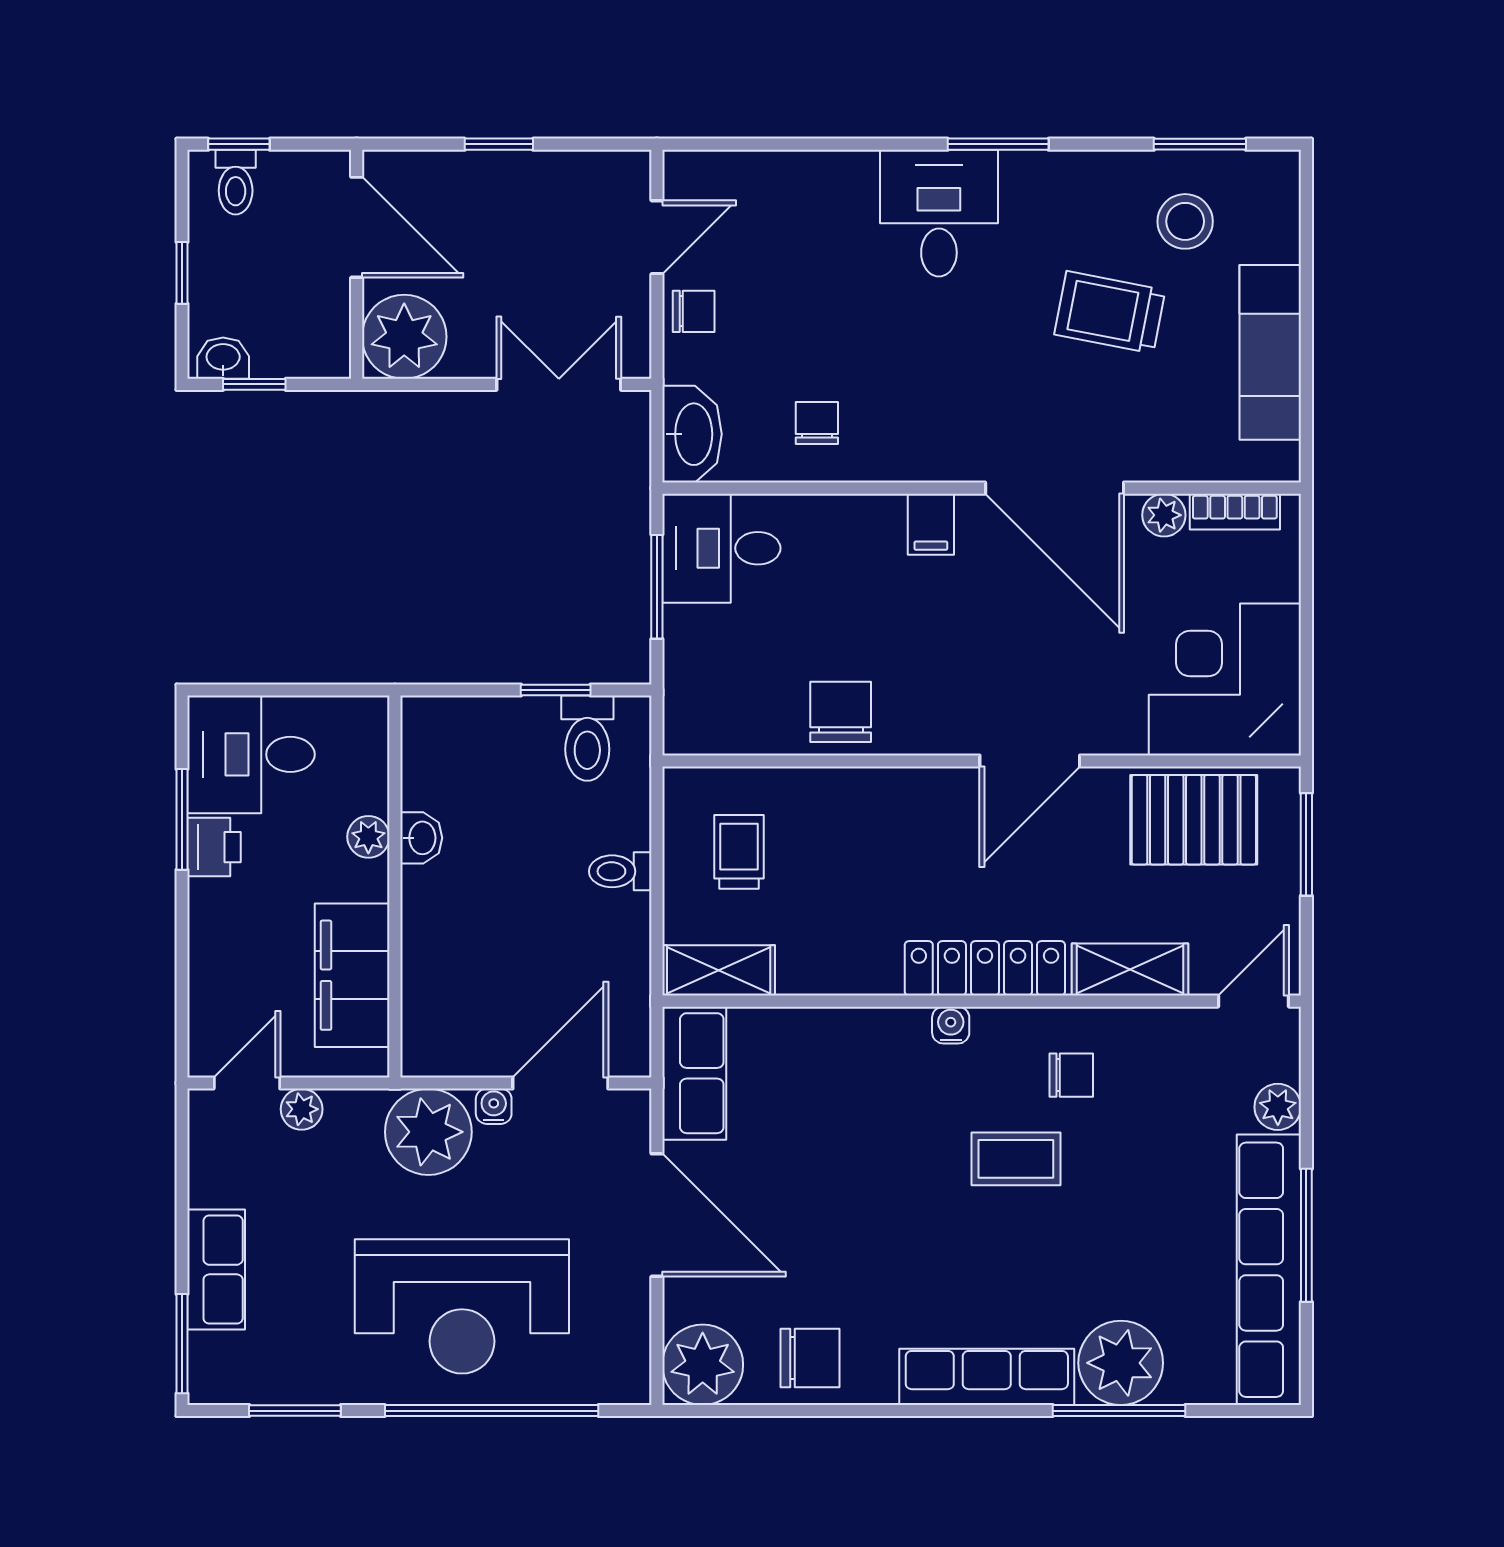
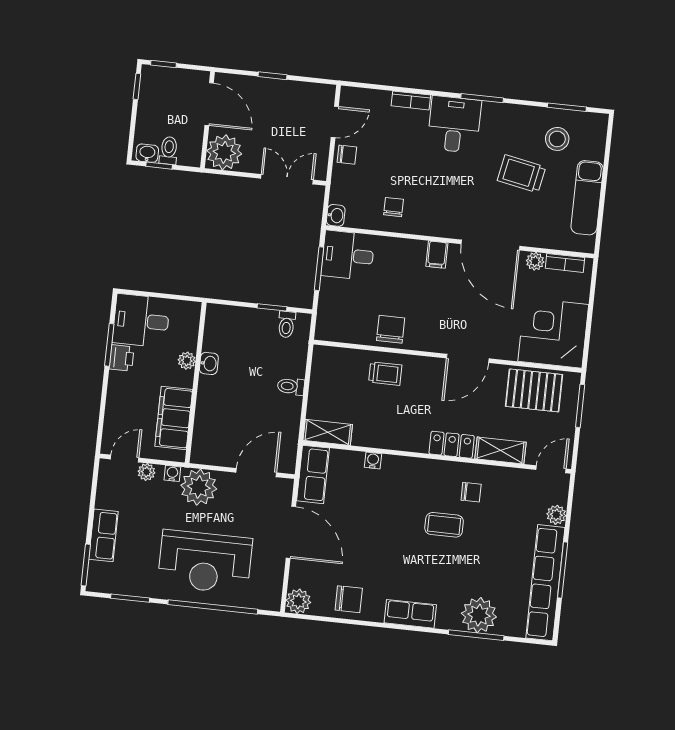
bookcase: (831, 168) -> (411, 100), added
toilet: (236, 182) -> (169, 150), moved, turned 180
window: (182, 273) -> (137, 86), moved
washbasin: (692, 434) -> (336, 215), width x0.52, depth x0.69
toilet: (587, 738) -> (287, 324), width x0.73, depth x0.72
trolley: (739, 852) -> (385, 374), moved, turned 90
locker: (985, 968) -> (452, 445), width x0.66
water cooler: (951, 1025) -> (373, 460), moved
water cooler: (494, 1106) -> (172, 473), moved
plant: (703, 1365) -> (298, 601), width x0.73, depth x0.73
row of seats: (987, 1377) -> (410, 614), width x0.68

